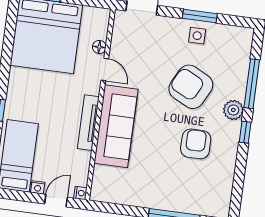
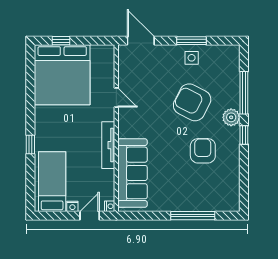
floor lamp: (99, 47) -> (109, 79), removed
sofa: (116, 126) -> (132, 173), moved

